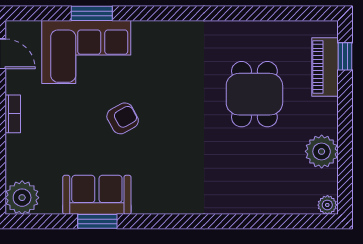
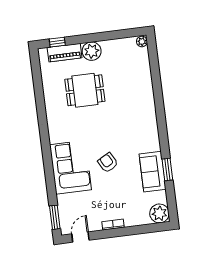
window: (92, 13) -> (55, 217), moved
corner sofa: (86, 52) -> (71, 167), moved
plant: (322, 151) -> (92, 51), moved

